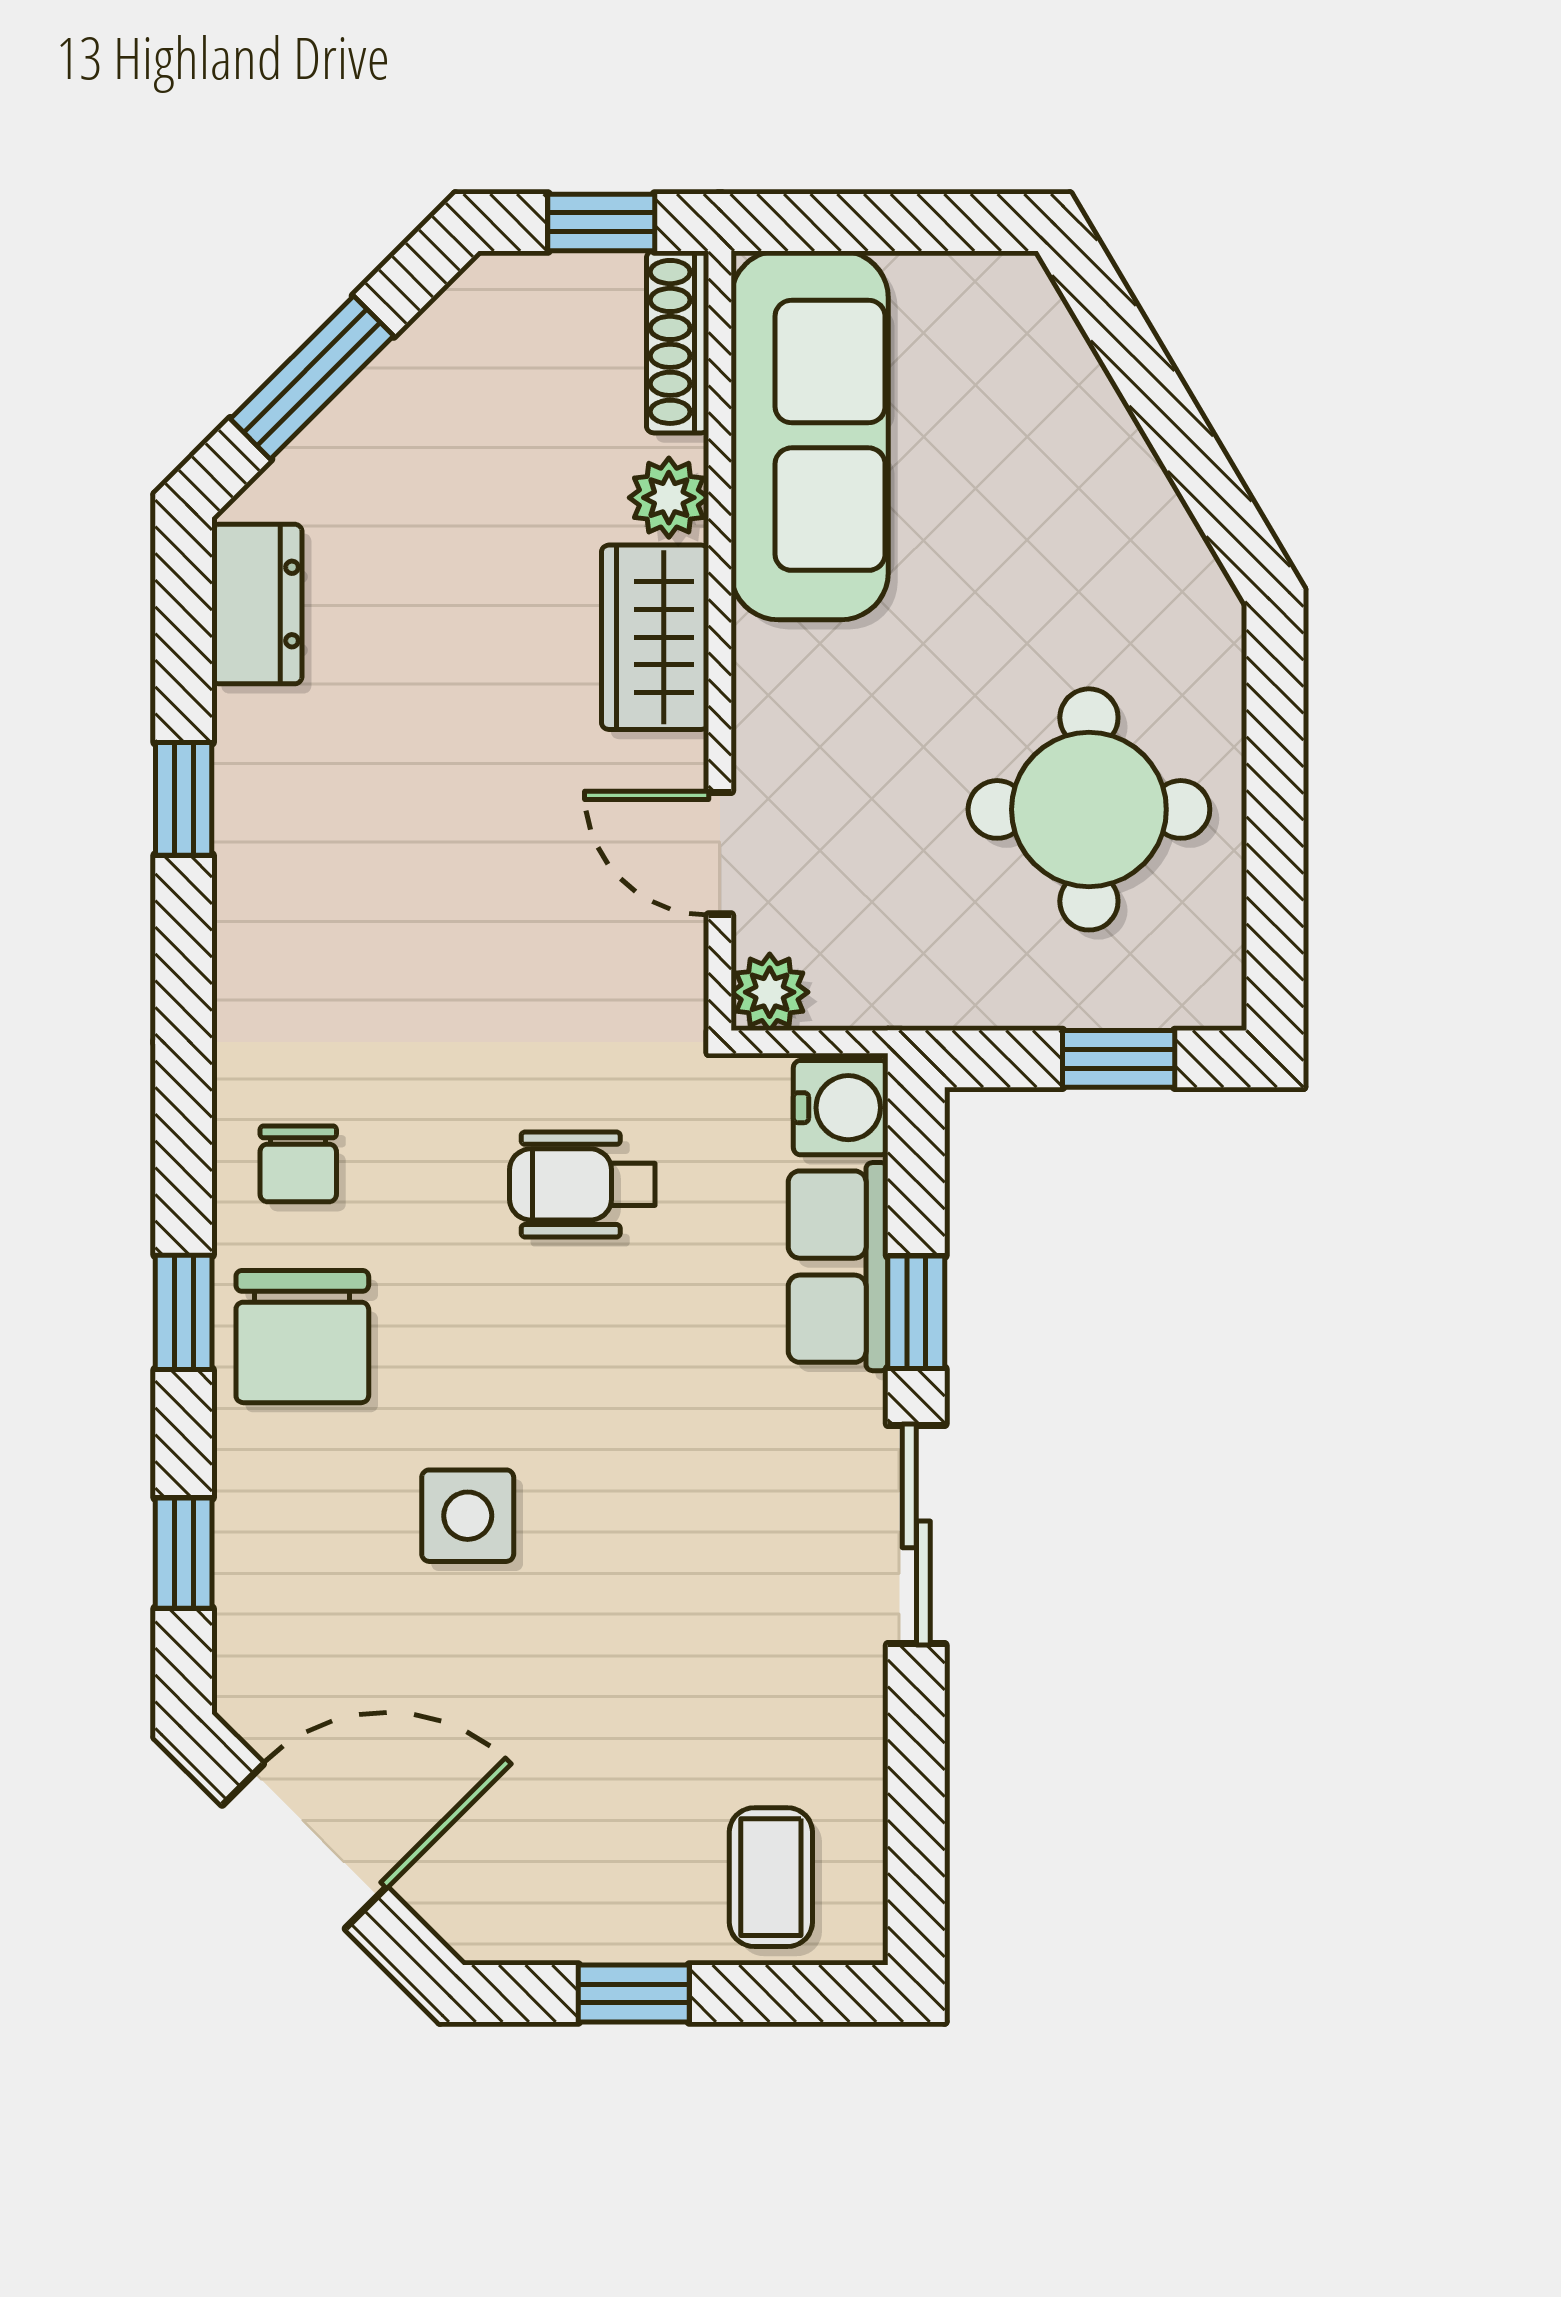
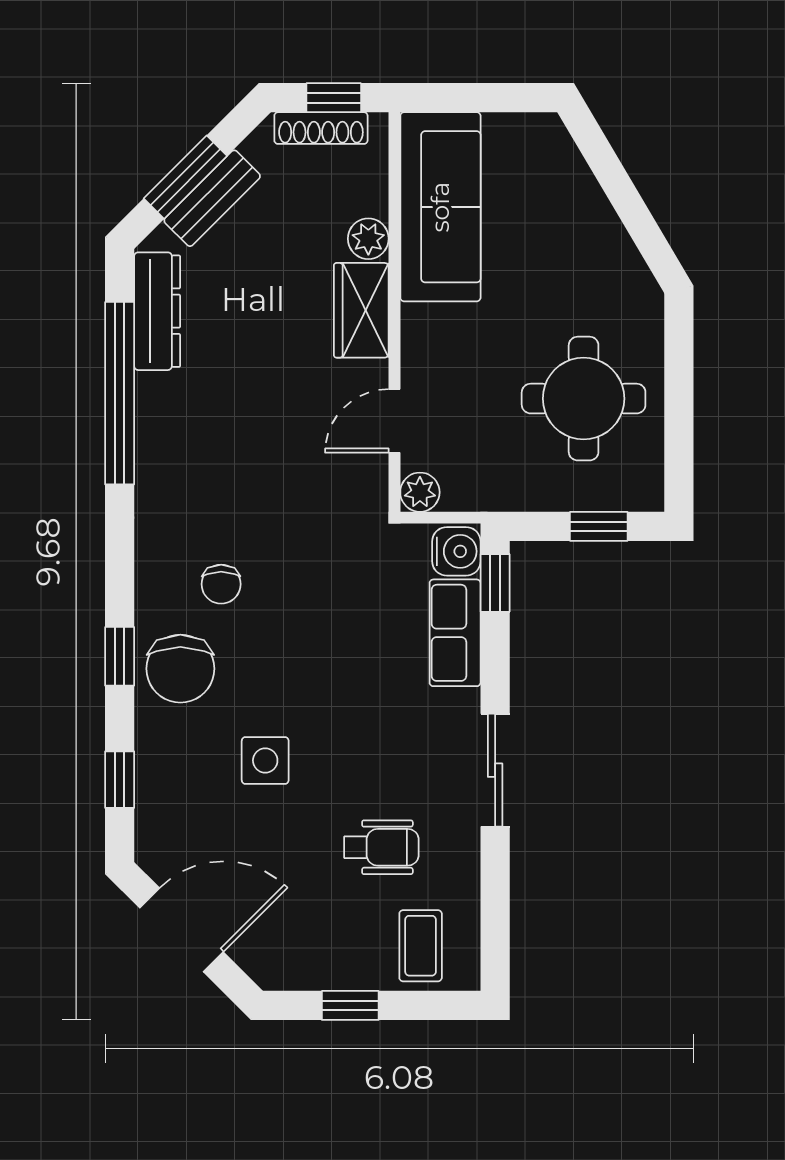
shoe rack: (678, 342) -> (321, 128), moved, turned -90
bench: (364, 419) -> (212, 198), added
dresser: (257, 604) -> (157, 311), width x1.44
window: (184, 799) -> (120, 393), width x3.17
door: (720, 853) -> (394, 421), hinge flipped
chair: (298, 1164) -> (221, 584), moved
wheelchair: (582, 1184) -> (381, 847), moved, turned 180
window: (916, 1312) -> (495, 583), moved

